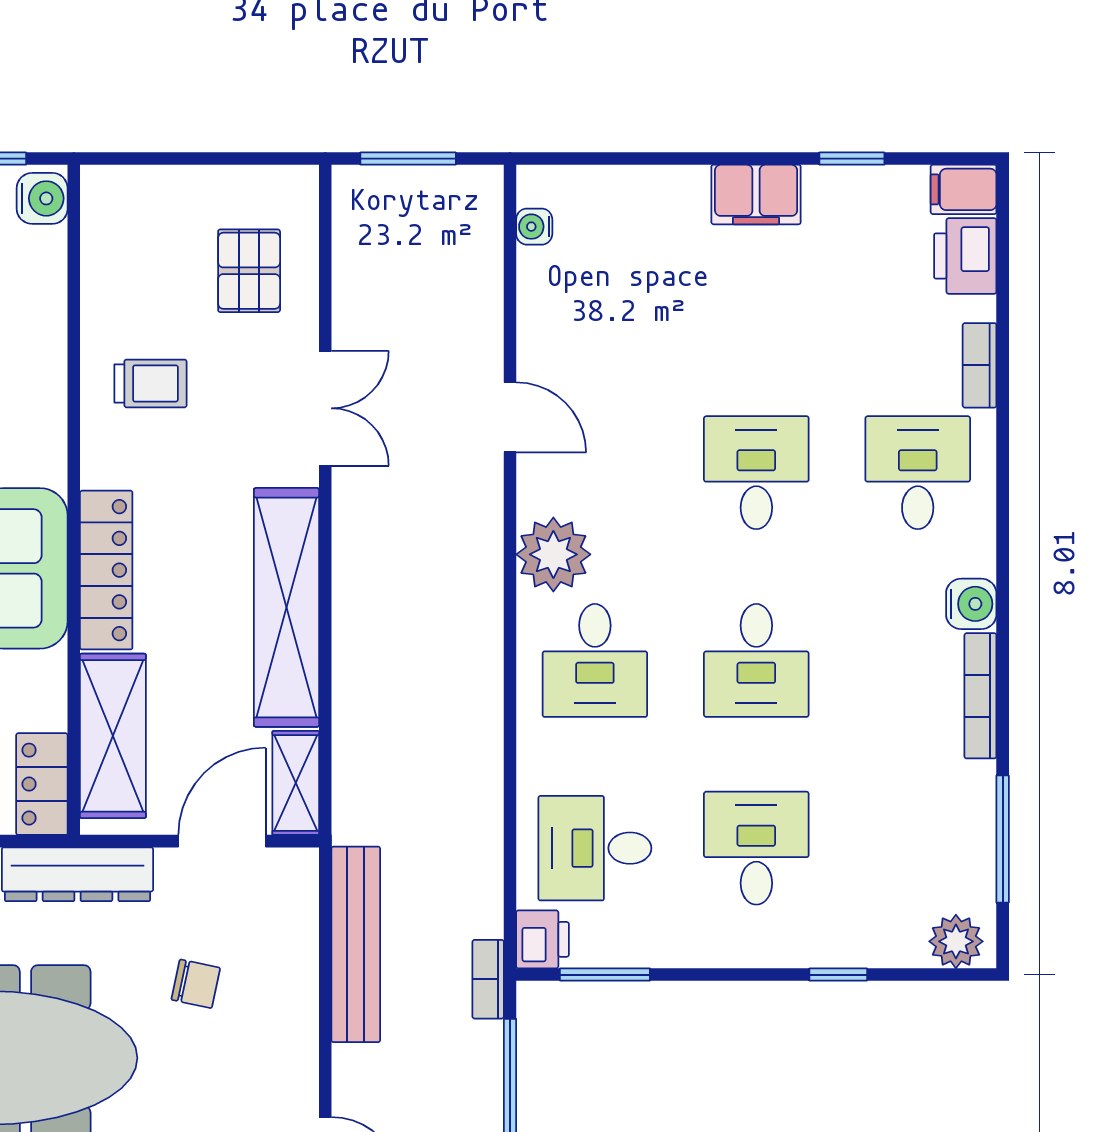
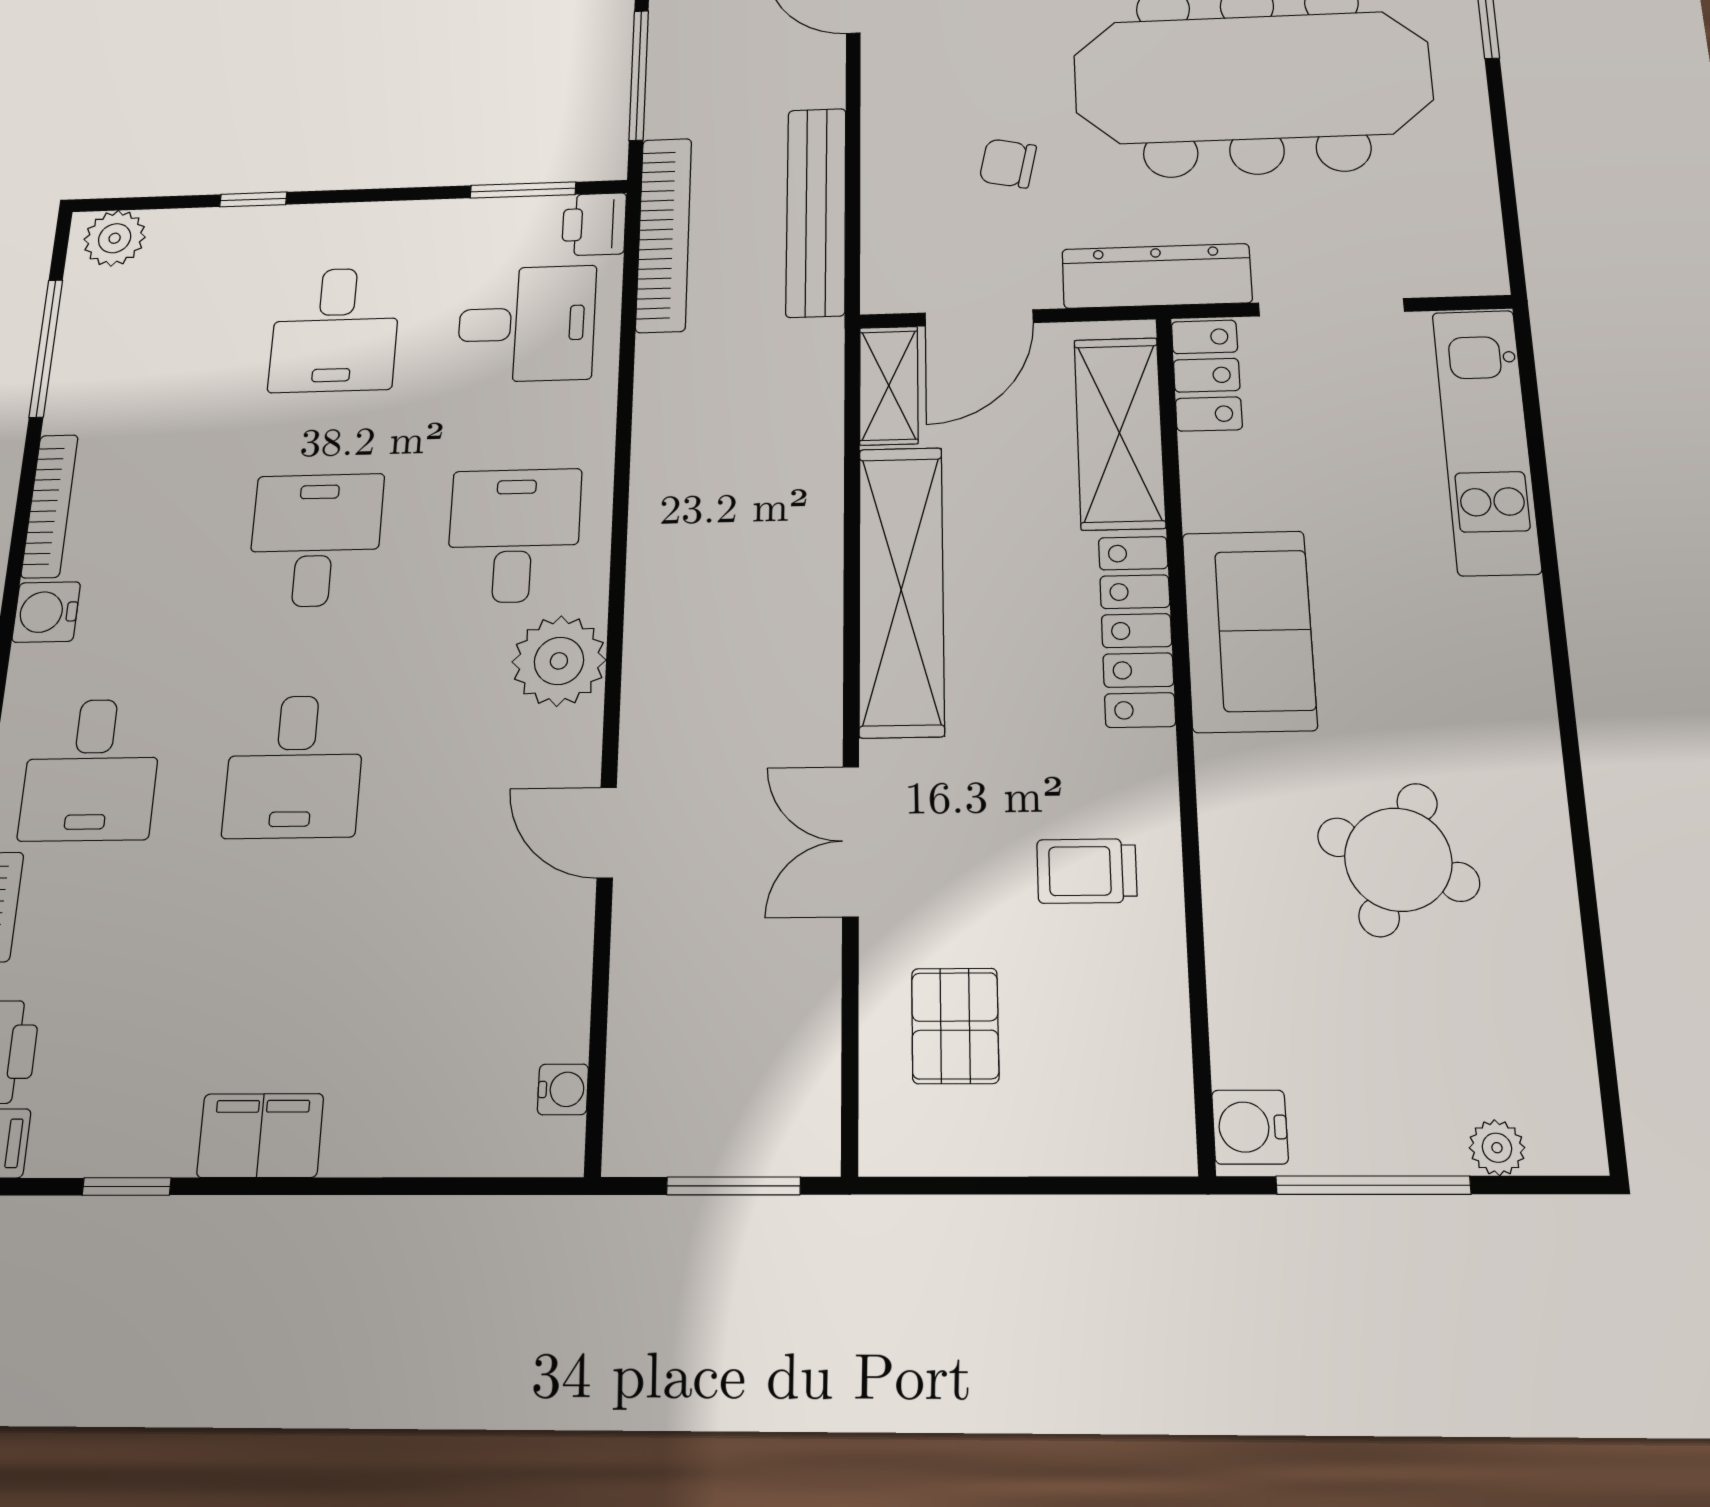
bookcase: (488, 979) -> (664, 234), width x2.31, depth x1.31

